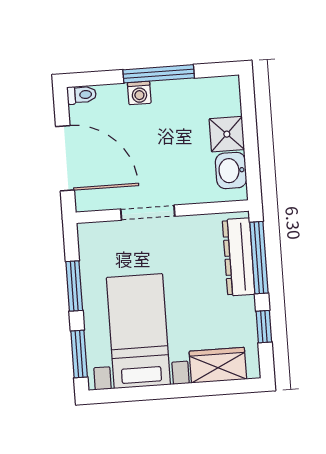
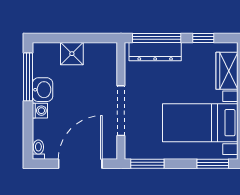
window: (159, 74) -> (28, 77), moved
washbasin: (231, 170) -> (43, 90), moved, turned -90
doorway: (148, 213) -> (121, 111), width x1.36
window: (74, 286) -> (147, 164), moved

